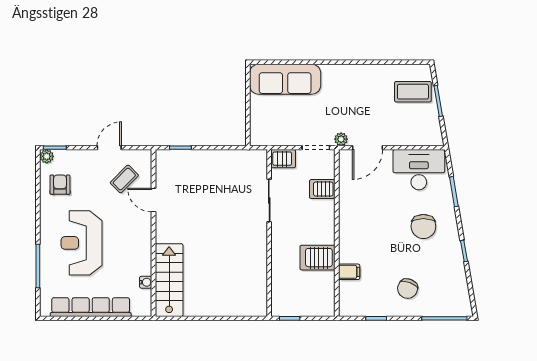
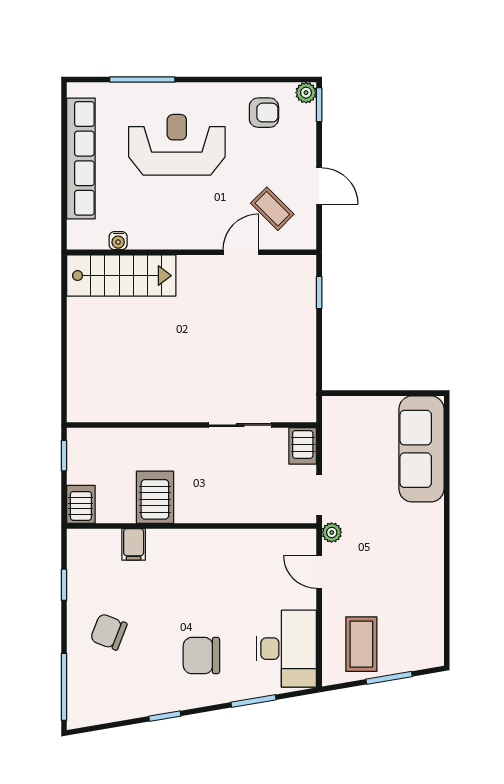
coffee table: (413, 92) -> (361, 644), moved
door: (367, 148) -> (319, 572), width x0.73
server rack: (322, 189) -> (81, 504), moved

